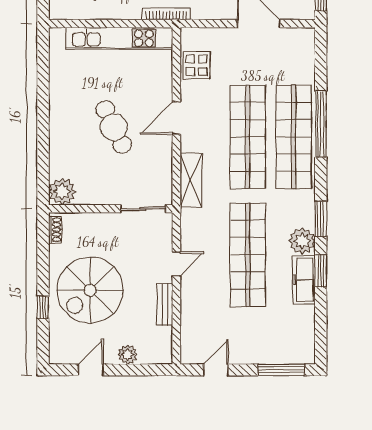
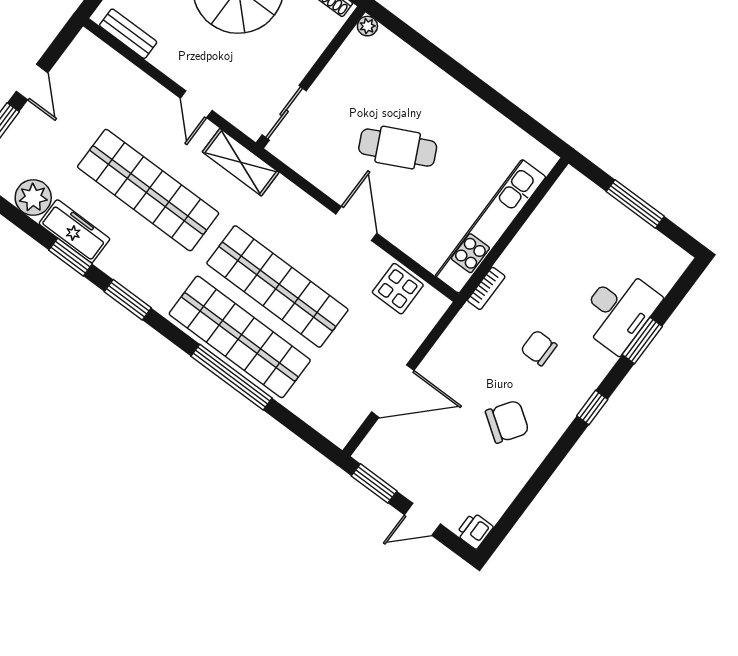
bookcase: (166, 14) -> (486, 288), width x0.64
shelving: (191, 180) -> (241, 162), moved
plant: (62, 192) -> (367, 26), width x0.53, depth x0.53
plant: (302, 241) -> (33, 198), moved
bench: (165, 305) -> (128, 34), moved
door: (216, 370) -> (32, 82), moved

